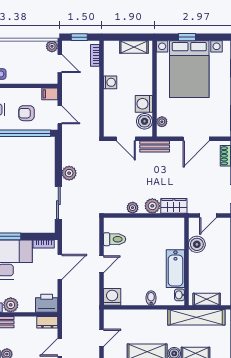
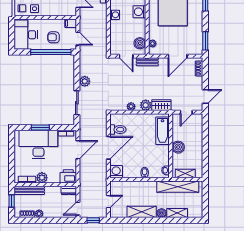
washing machine: (144, 104) -> (139, 12), moved
boiler: (197, 244) -> (178, 147), moved
door: (102, 264) -> (108, 148), width x1.87
bathtub: (175, 269) -> (163, 131), moved

